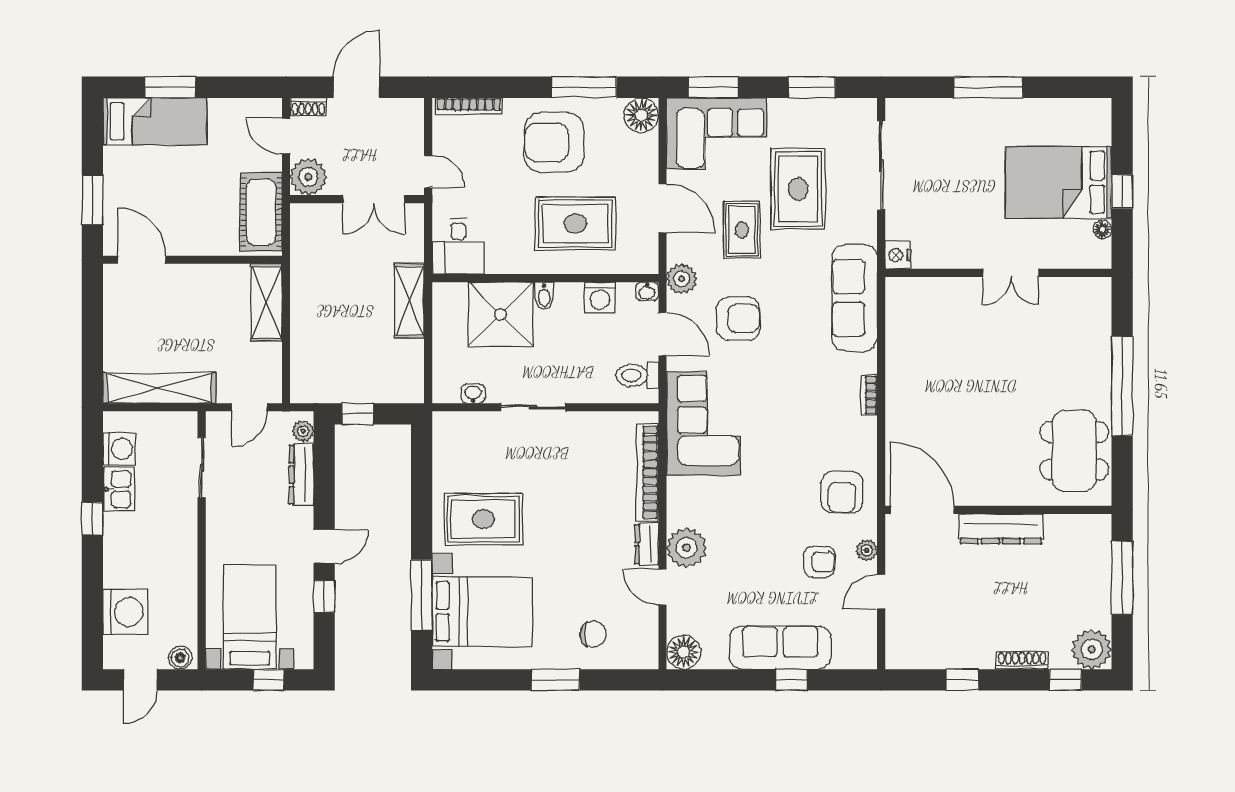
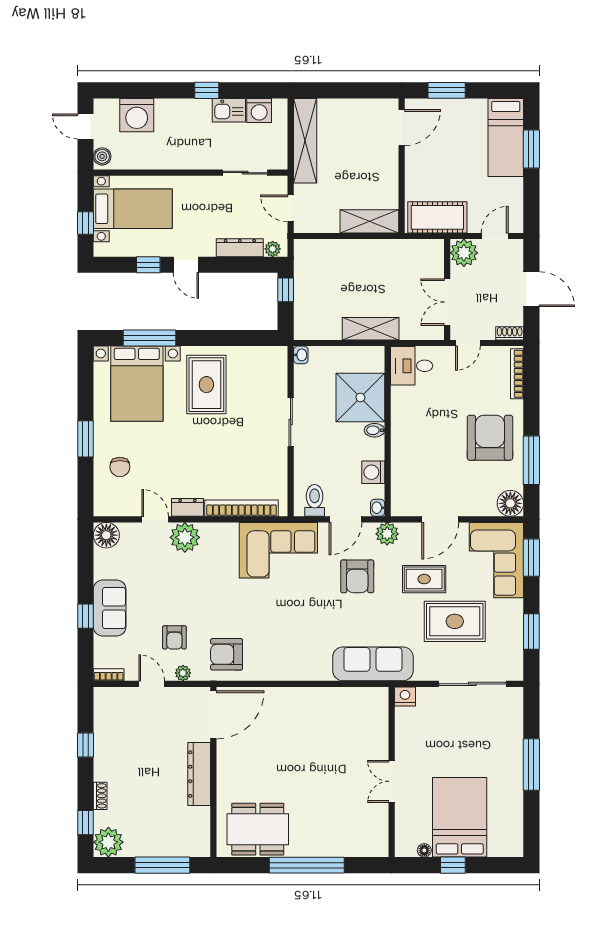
shoe rack: (308, 107) -> (510, 333), moved, turned 90
rug: (575, 224) -> (429, 454), removed
washbasin: (473, 394) -> (301, 355), moved
bookcase: (869, 395) -> (109, 675), moved
door: (663, 587) -> (155, 519), hinge flipped
sofa: (780, 648) -> (110, 608), width x0.73
shoe rack: (1022, 660) -> (100, 796), width x0.70

